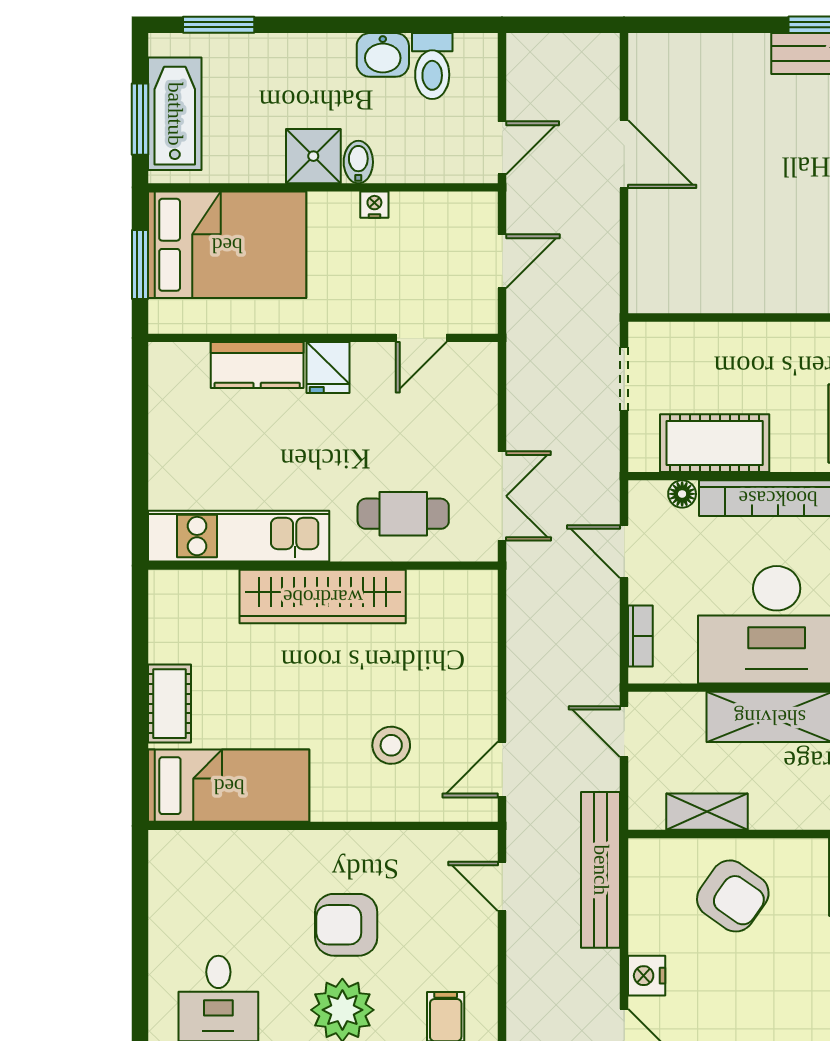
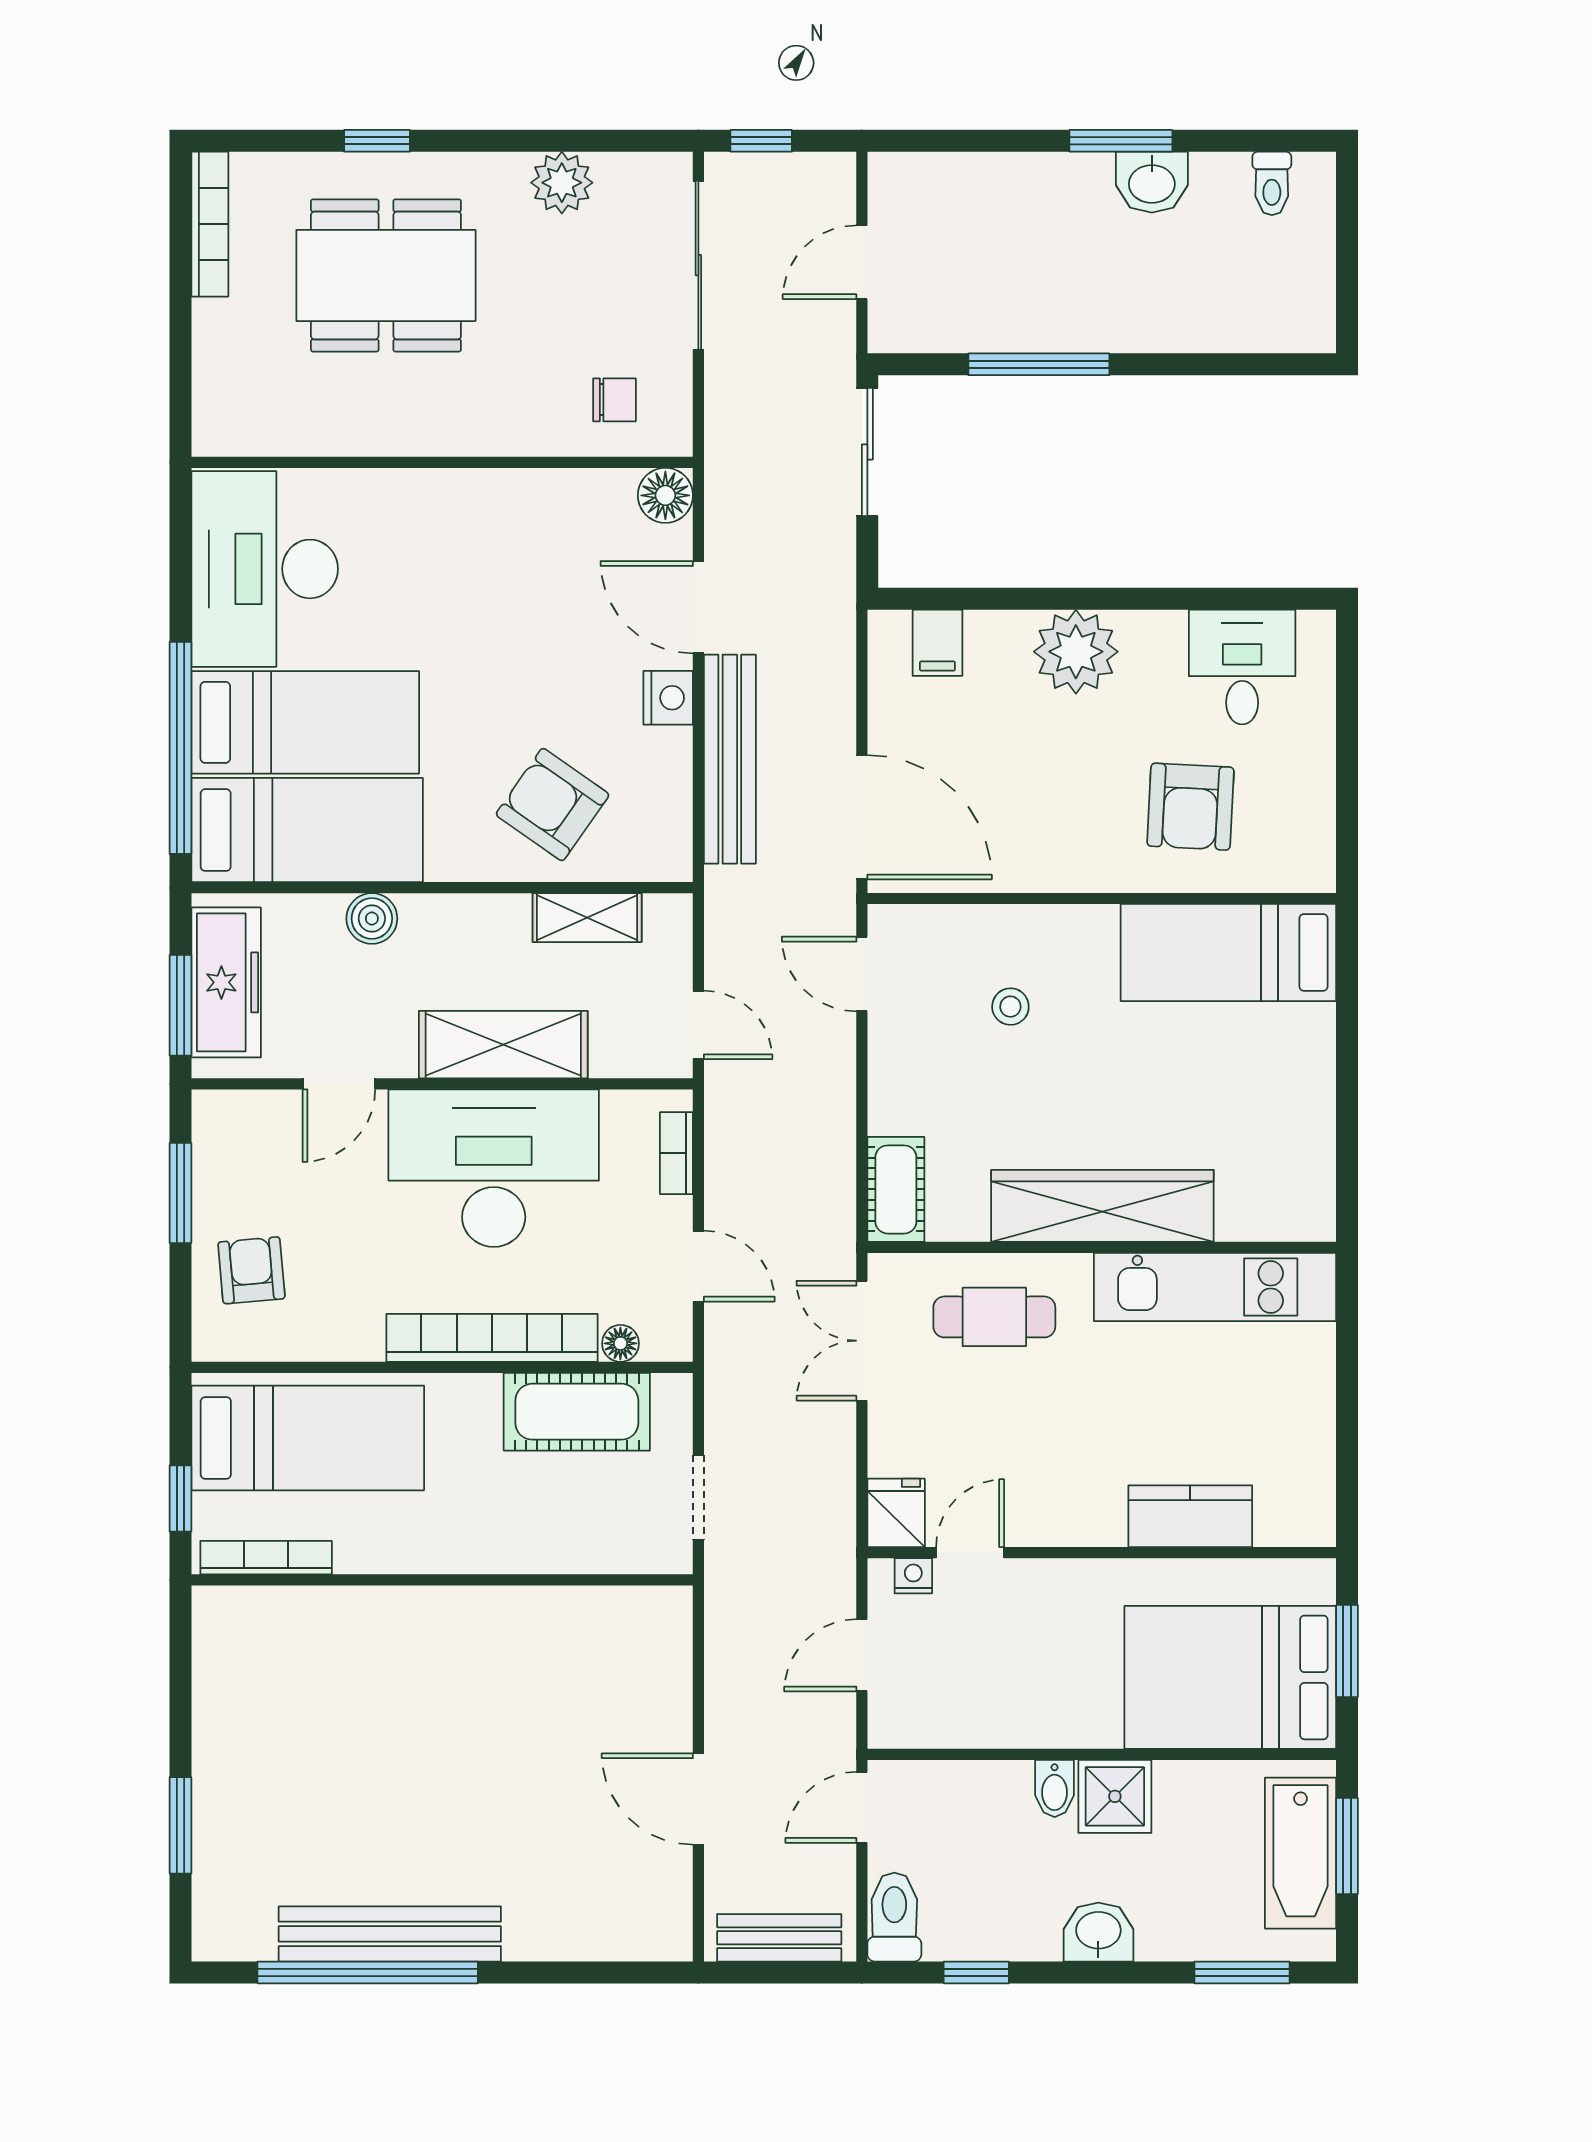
window: (417, 25) -> (976, 1972), added
bench: (564, 51) -> (779, 1938), added
washbasin: (383, 55) -> (1098, 1932), moved
toilet: (432, 66) -> (894, 1917), moved
nightstand: (374, 205) -> (913, 1576), moved, turned 180
fridge: (328, 368) -> (896, 1513), moved
cot: (170, 704) -> (896, 1189), moved
stool: (391, 745) -> (1010, 1007), width x0.73, depth x0.73
door: (502, 770) -> (862, 974), swing flipped
bench: (601, 870) -> (730, 759), moved
door: (502, 886) -> (862, 817), width x1.87
armchair: (346, 925) -> (1191, 807), moved, turned 93

